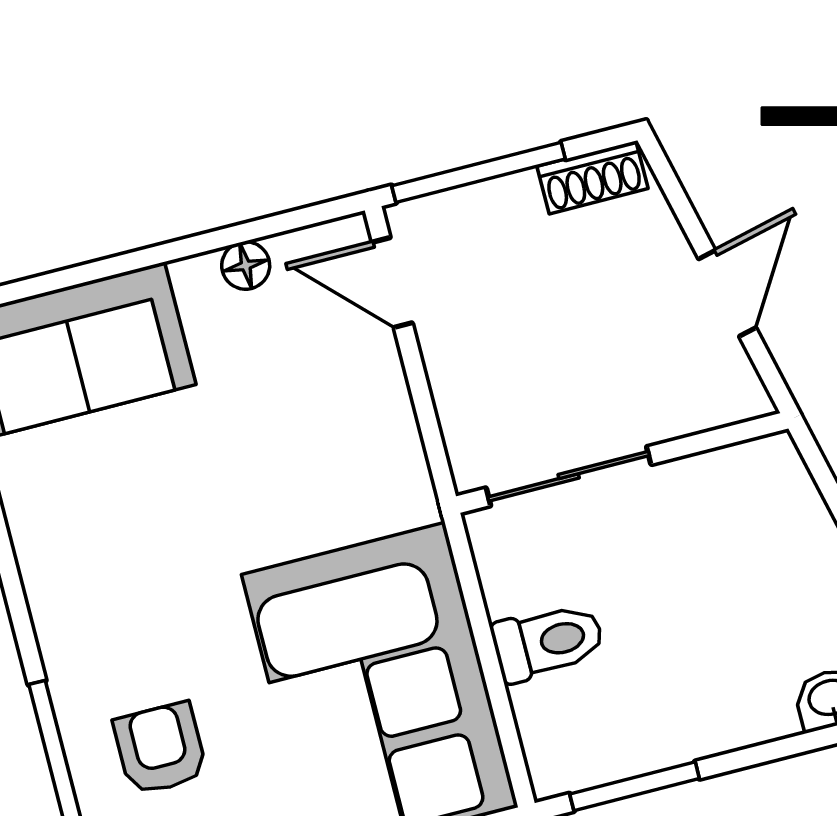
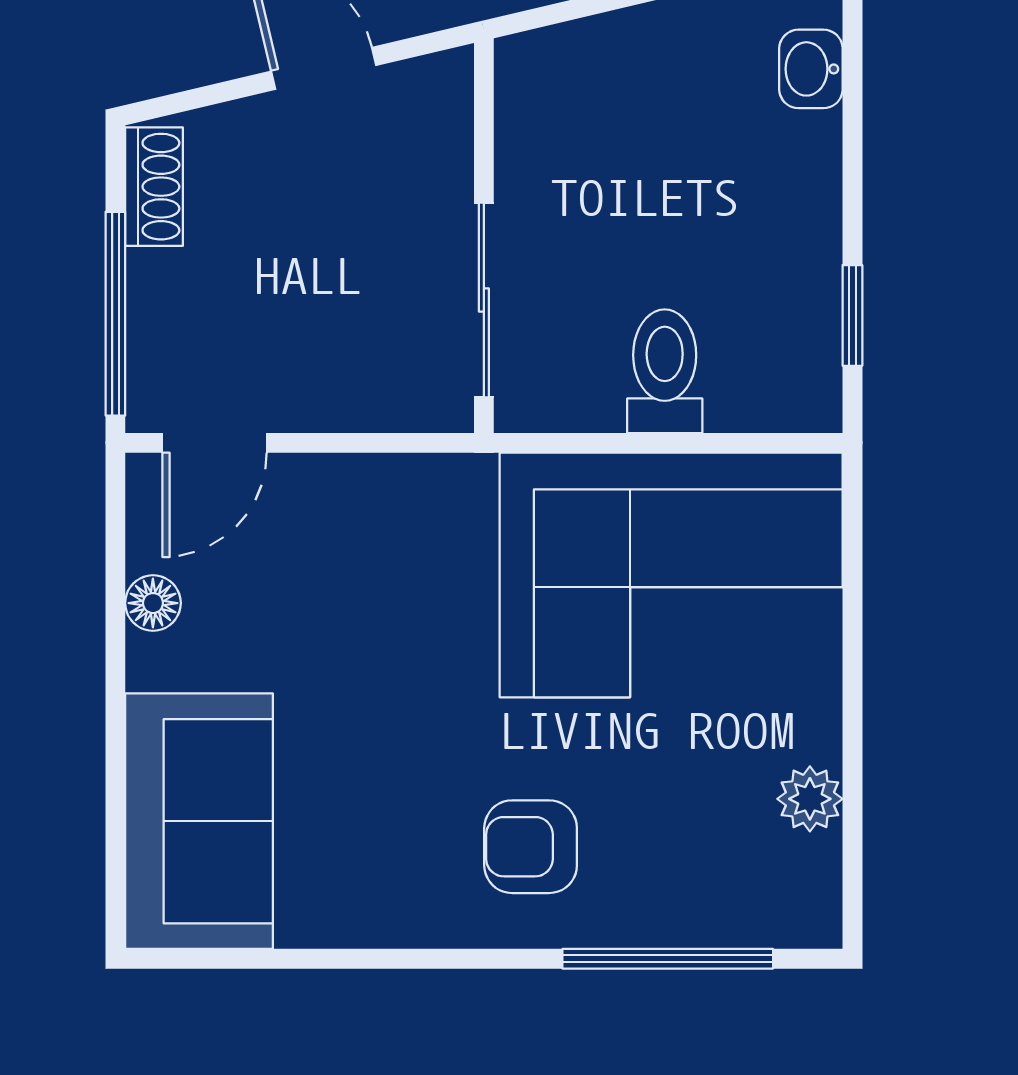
armchair: (160, 749) -> (531, 847), moved
window: (635, 786) -> (852, 315), width x0.67

